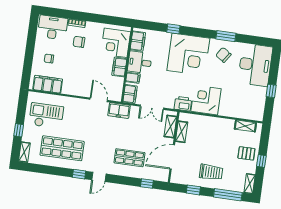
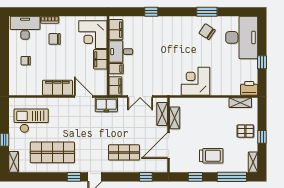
corner desk: (188, 54) -> (171, 36), removed
filing cabinet: (48, 84) -> (57, 88), moved
printer: (183, 104) -> (249, 88), moved

